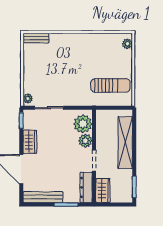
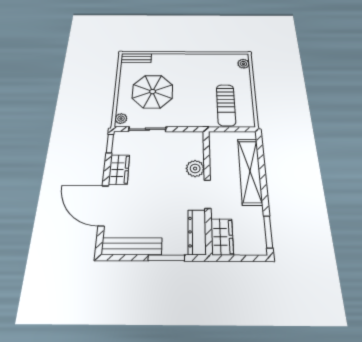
parasol: (51, 73) -> (153, 92), added
sun lounger: (110, 85) -> (226, 105), turned 90
plant: (83, 124) -> (192, 148), removed

